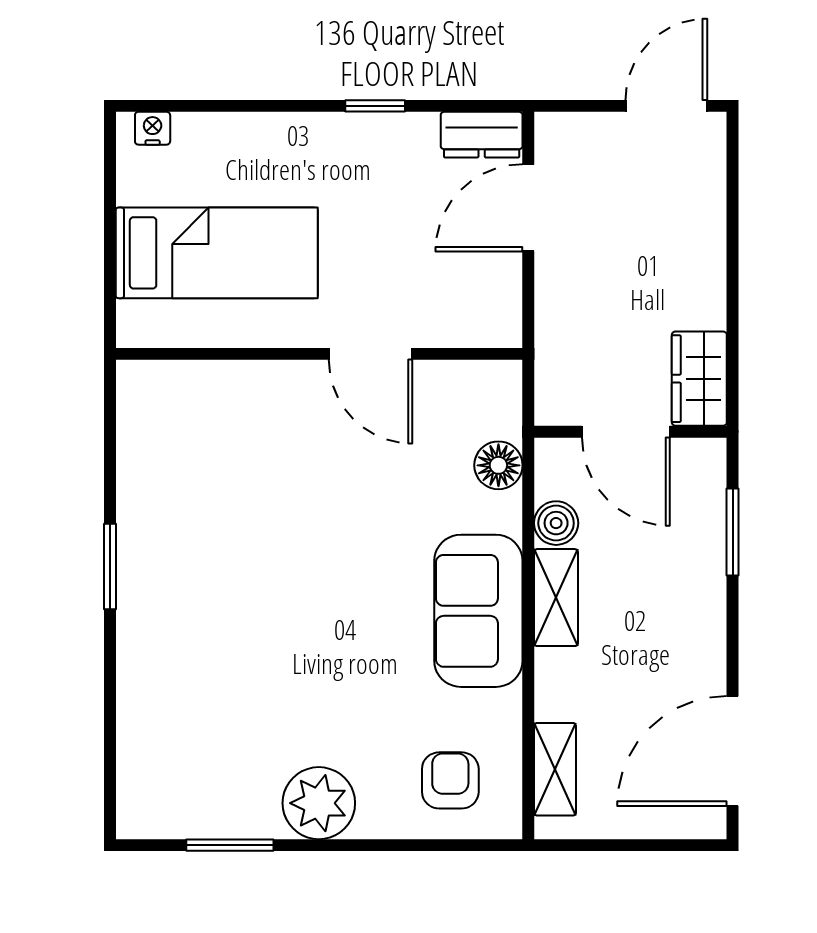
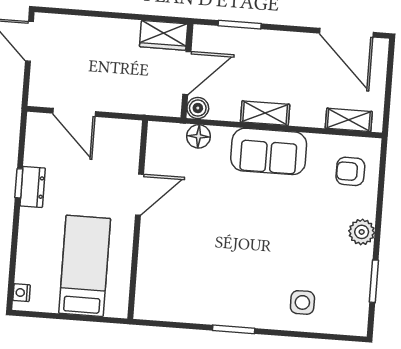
dresser: (482, 135) -> (33, 187), moved
boiler: (556, 523) -> (198, 108), moved
side table: (176, 703) -> (302, 302), added
plant: (319, 803) -> (362, 232), width x0.73, depth x0.73

